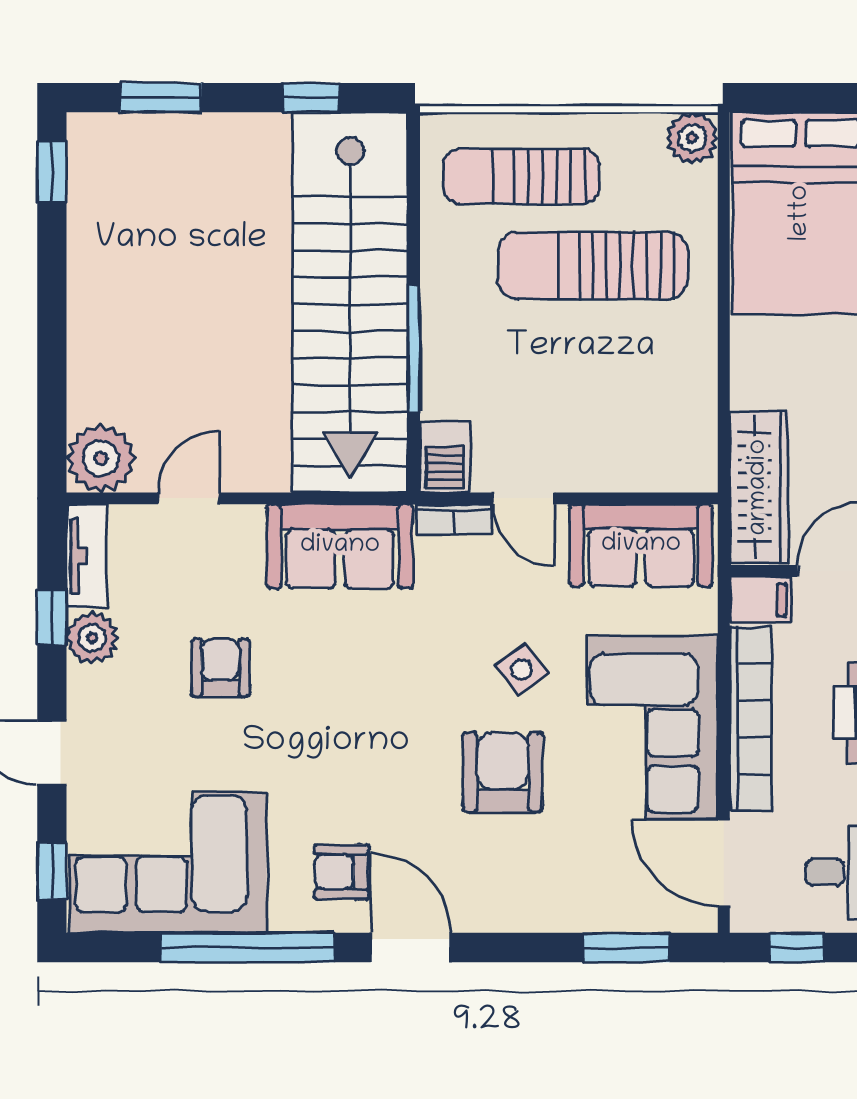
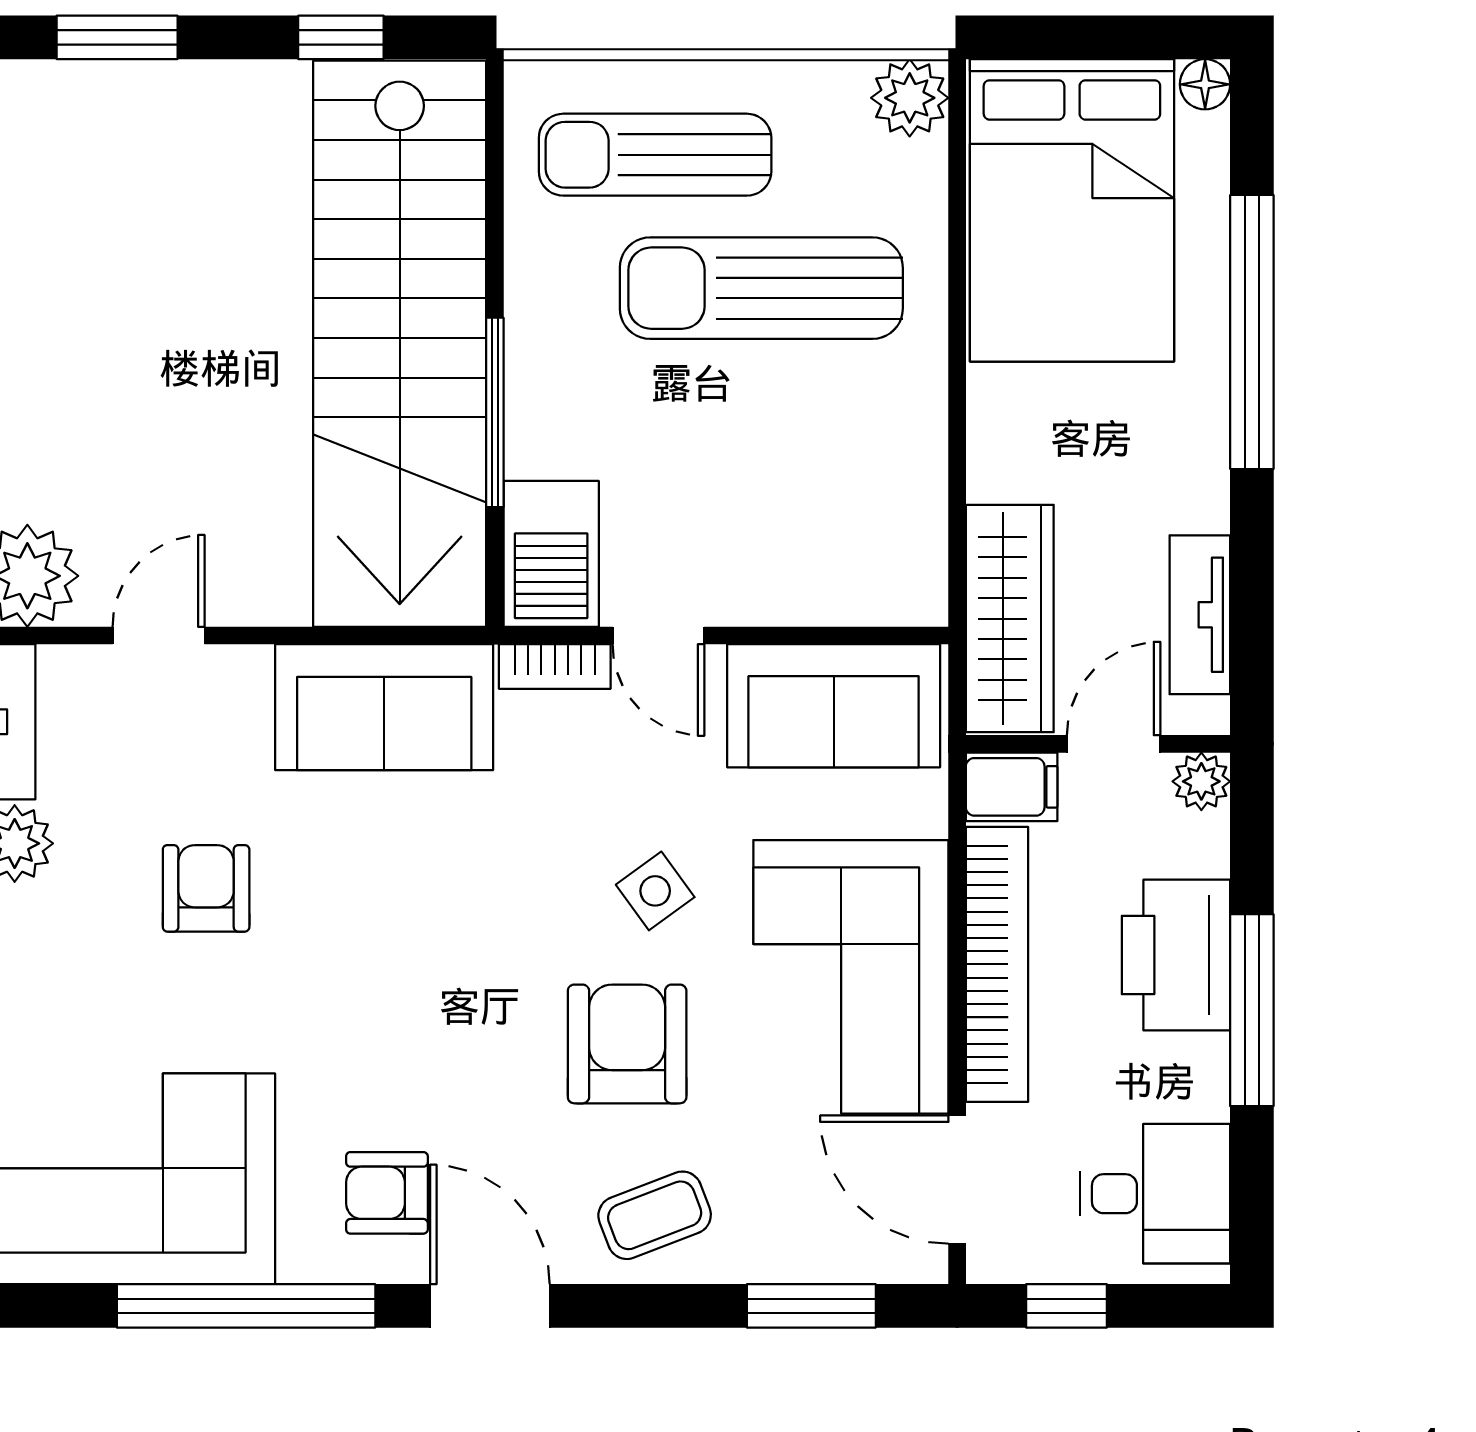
barbecue: (445, 457) -> (551, 554), width x1.38, depth x1.27
coffee table: (521, 887) -> (655, 1215), added

